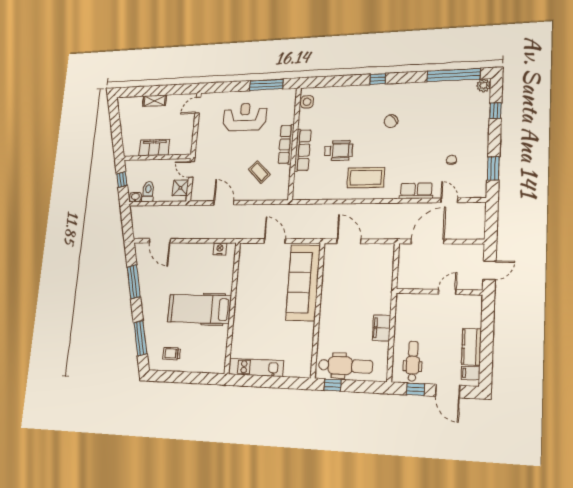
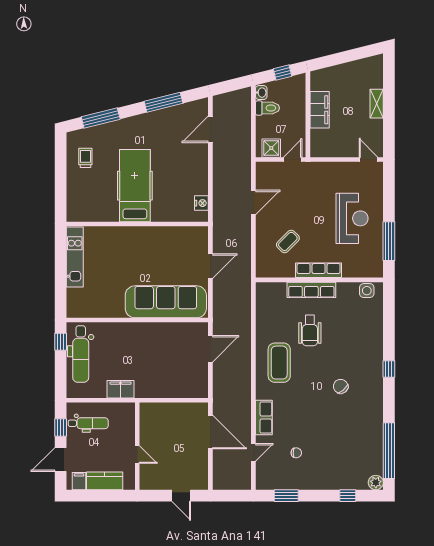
wall: (439, 292) -> (137, 446), moved
door: (447, 292) -> (137, 455), moved

